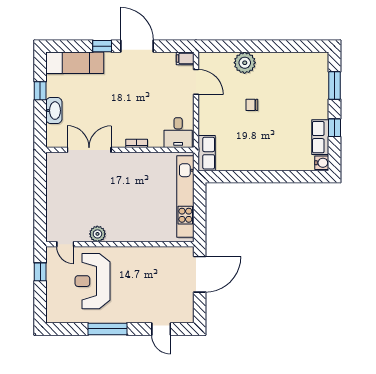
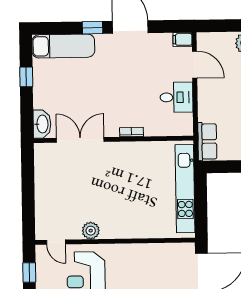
washbasin: (54, 111) -> (42, 124), moved
desk: (178, 133) -> (176, 97), moved, turned -90

